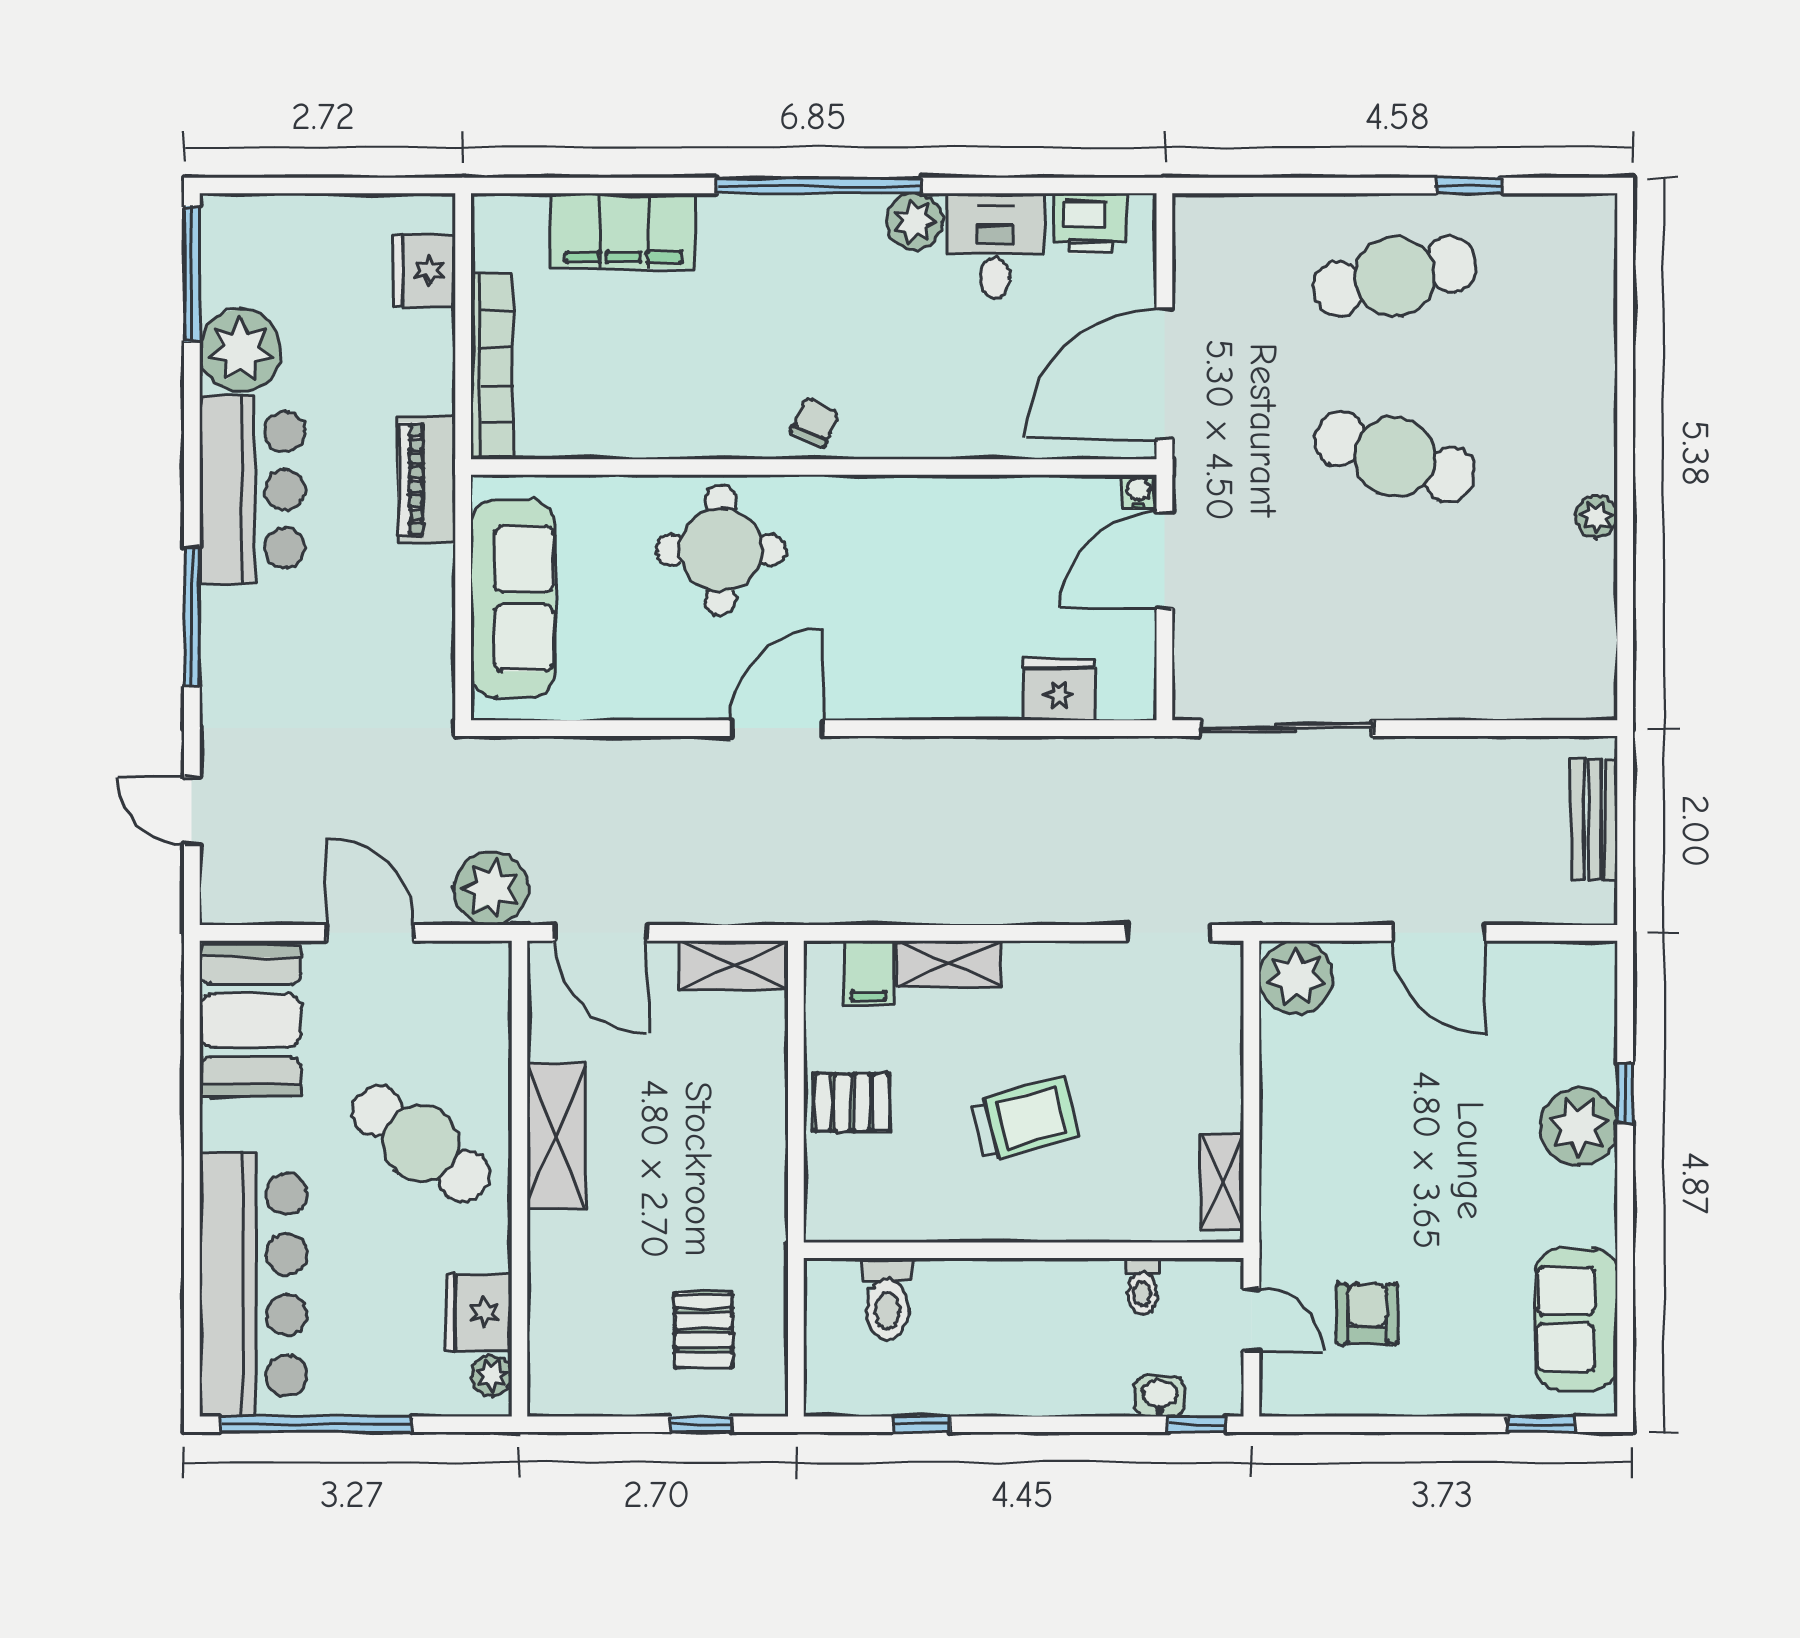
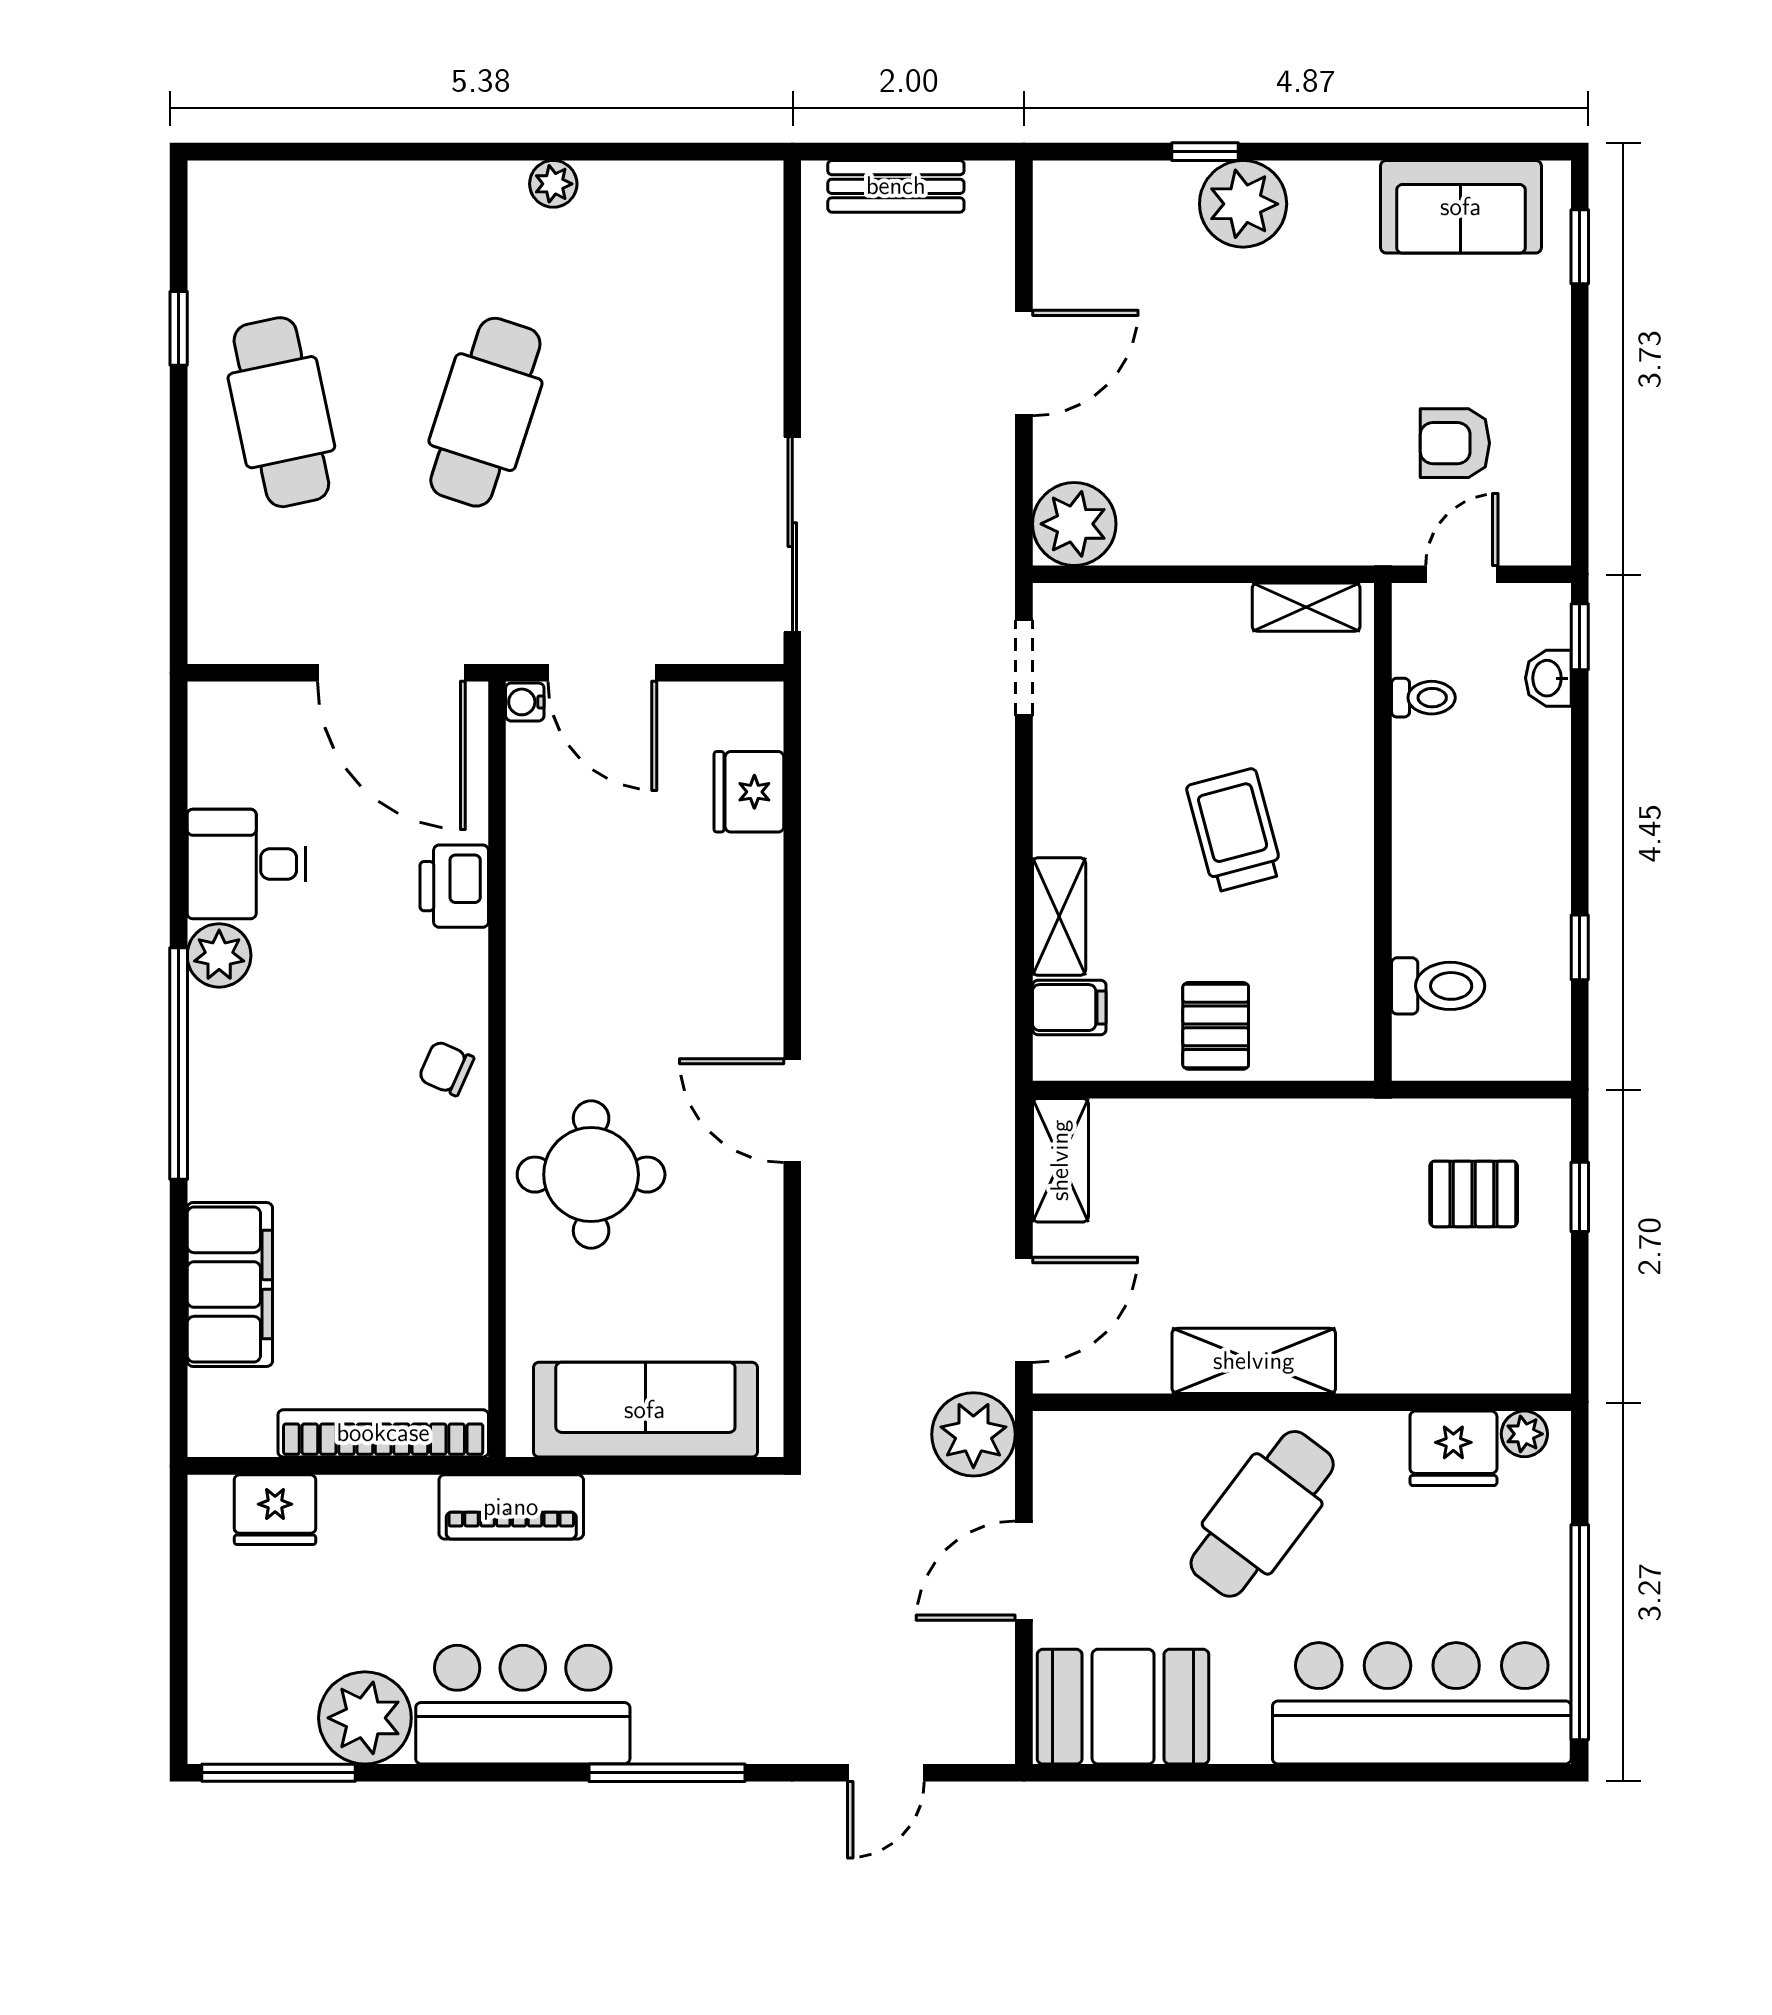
printer: (1091, 223) -> (454, 886), moved, turned 180

